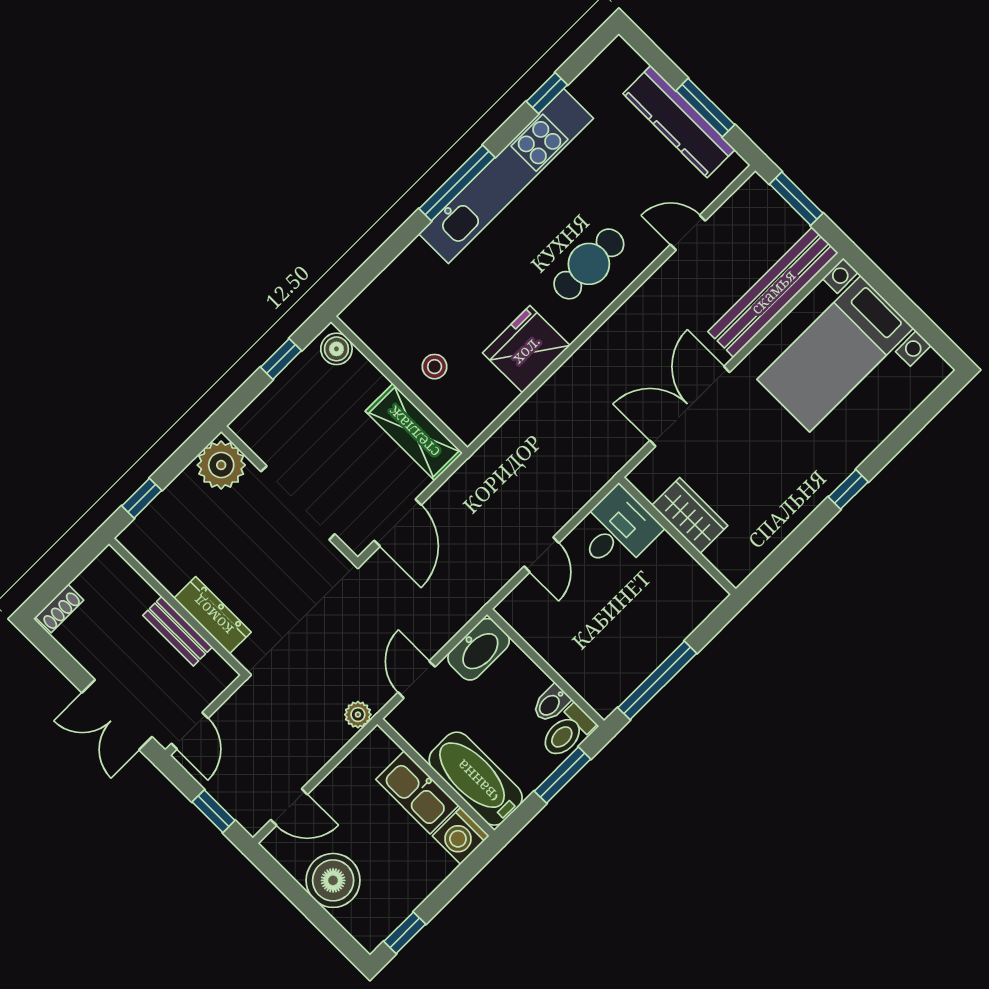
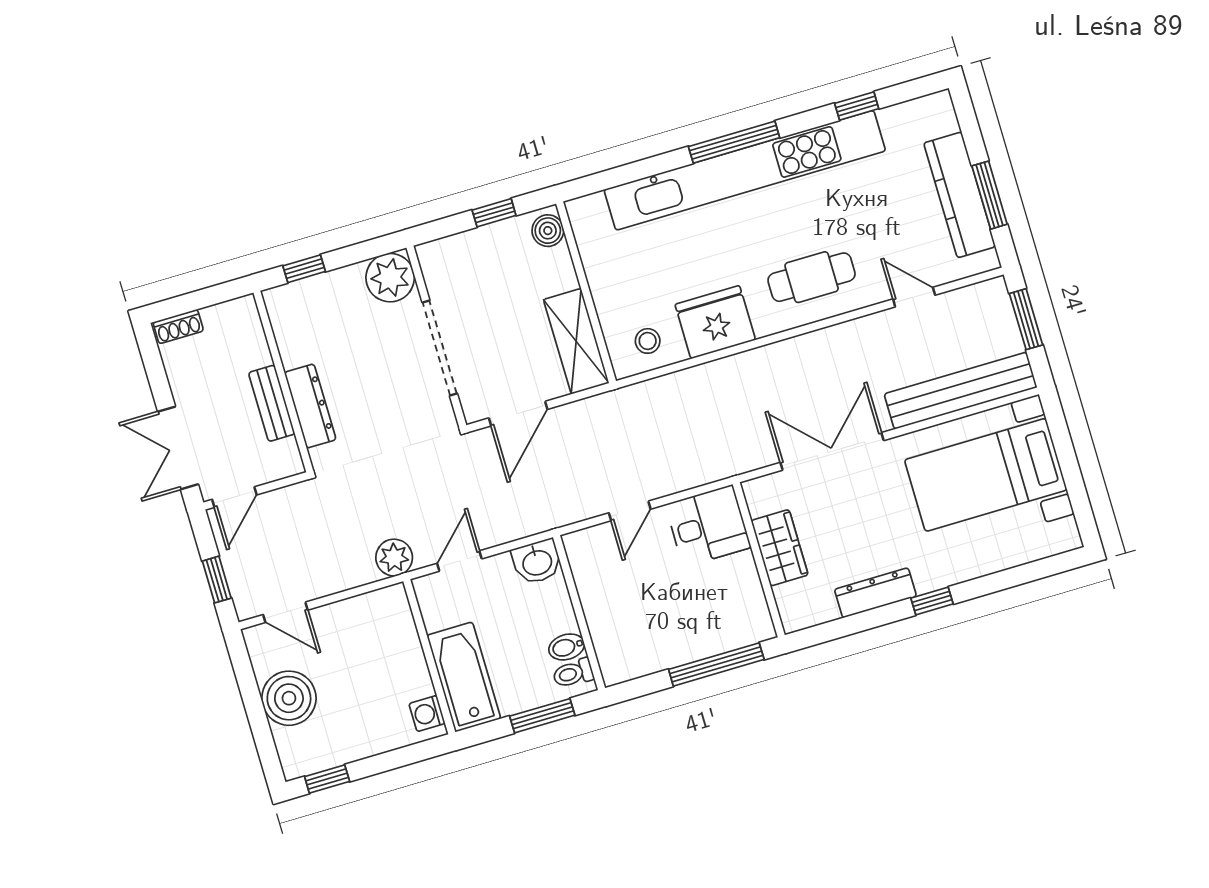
kitchen unit: (506, 176) -> (745, 170), width x1.36
stool: (435, 367) -> (648, 341), moved
dresser: (795, 509) -> (875, 593), added
washbasin: (479, 649) -> (537, 562), width x0.72
window: (657, 680) -> (716, 664), moved
plant: (358, 715) -> (394, 558), width x1.38, depth x1.38
toilet: (567, 732) -> (573, 673), width x0.73, depth x0.72
kitchen sink: (417, 792) -> (406, 661), removed
washing machine: (461, 836) -> (427, 713), width x0.73, depth x0.73

